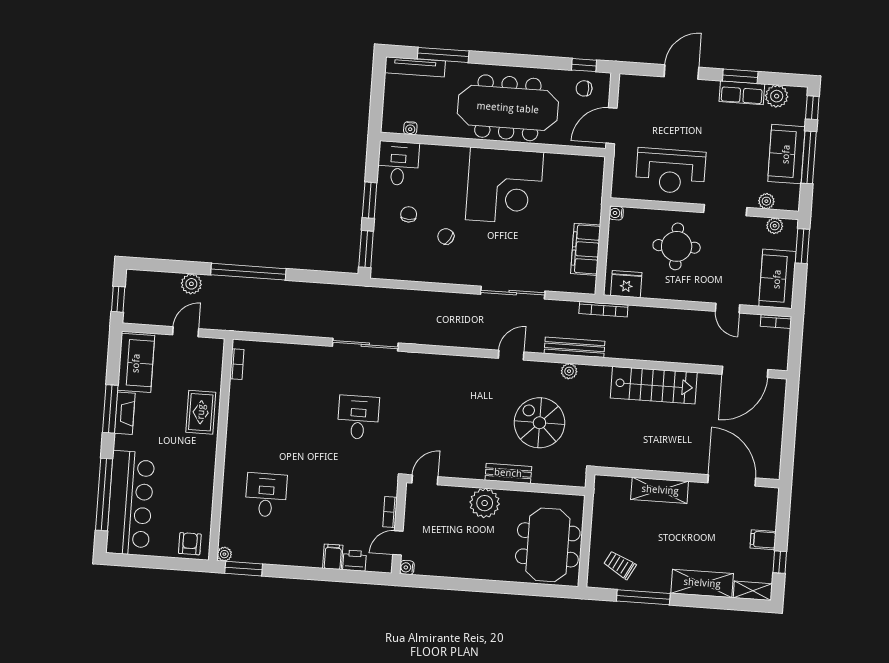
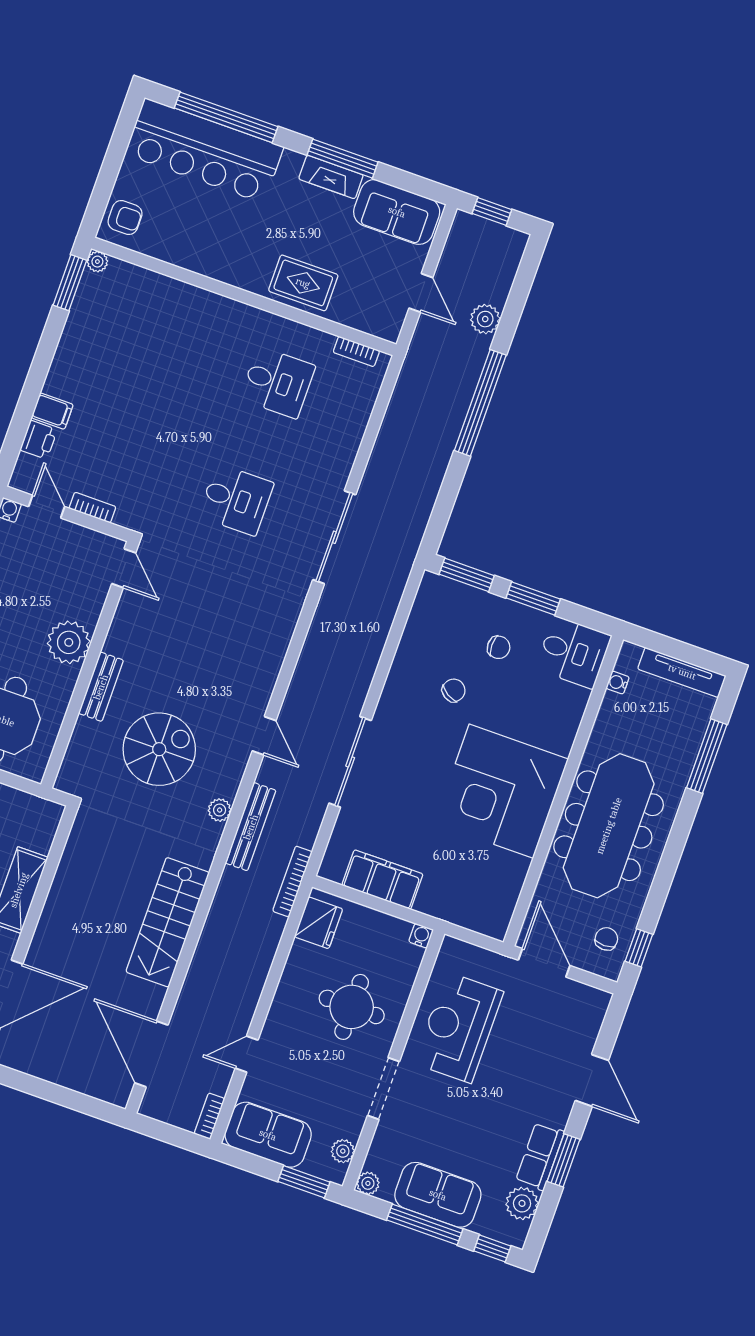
tv unit: (415, 67) -> (682, 672), moved, turned -90
plant: (766, 201) -> (368, 1183), moved
desk: (266, 495) -> (278, 382), moved

